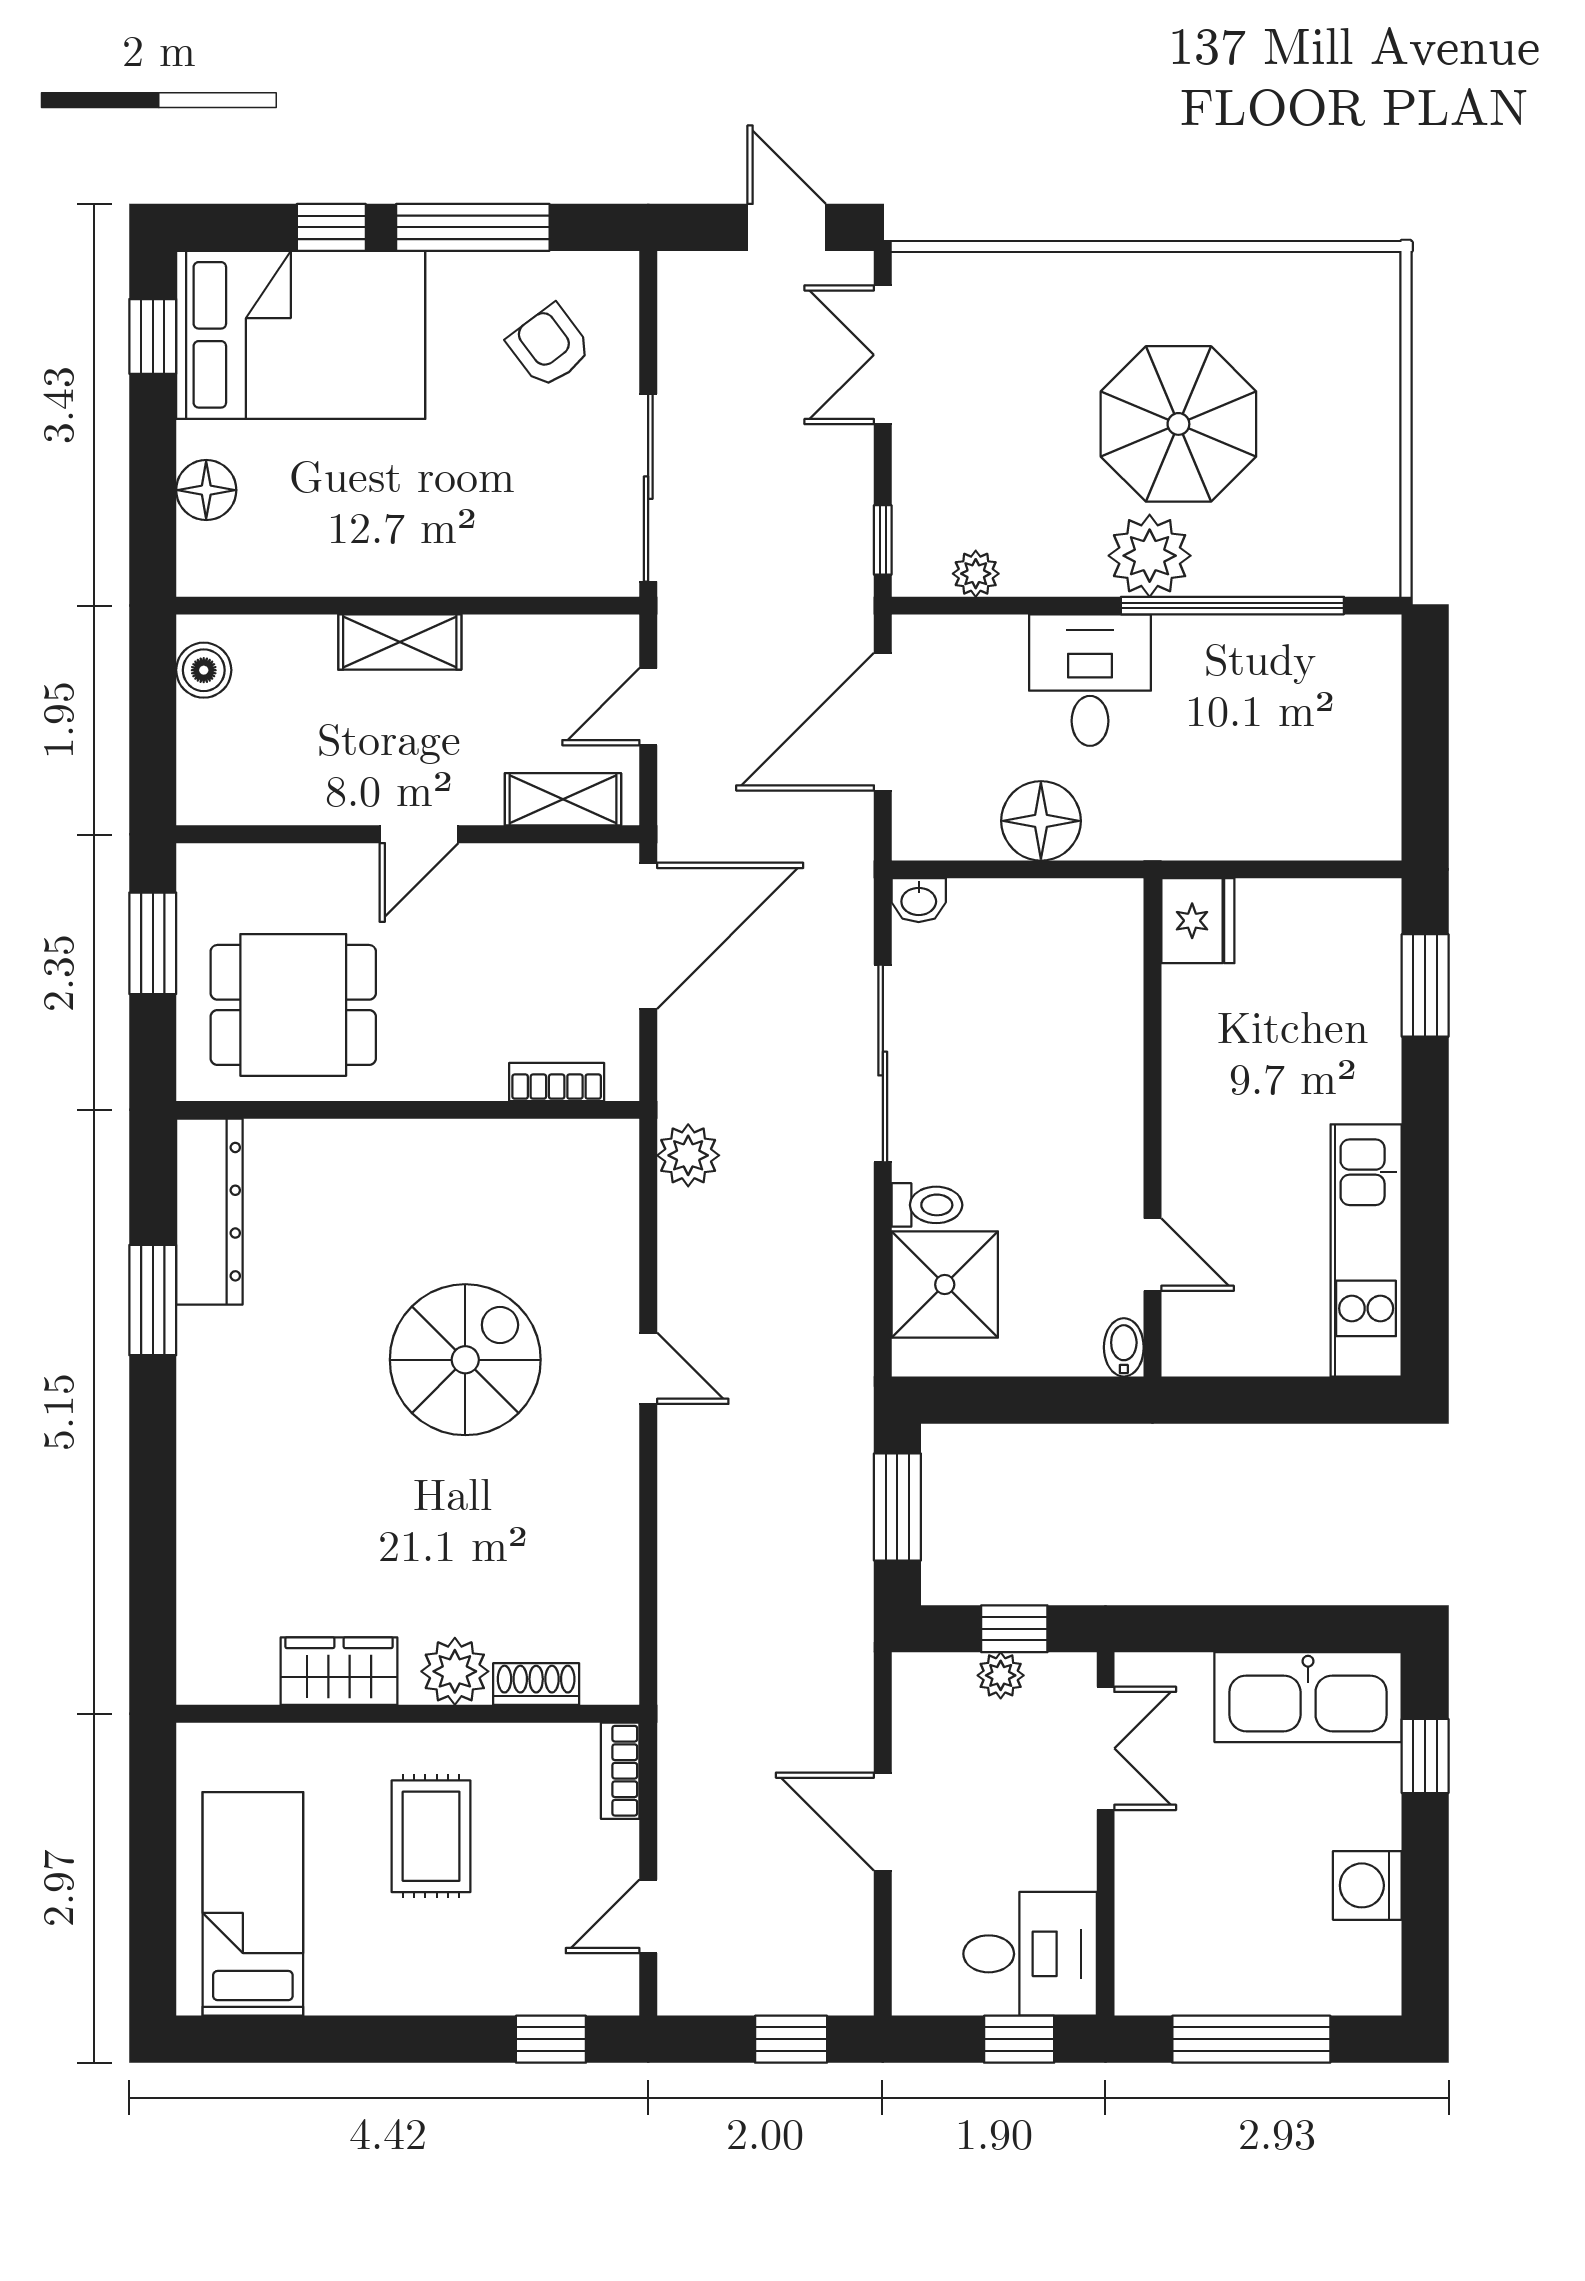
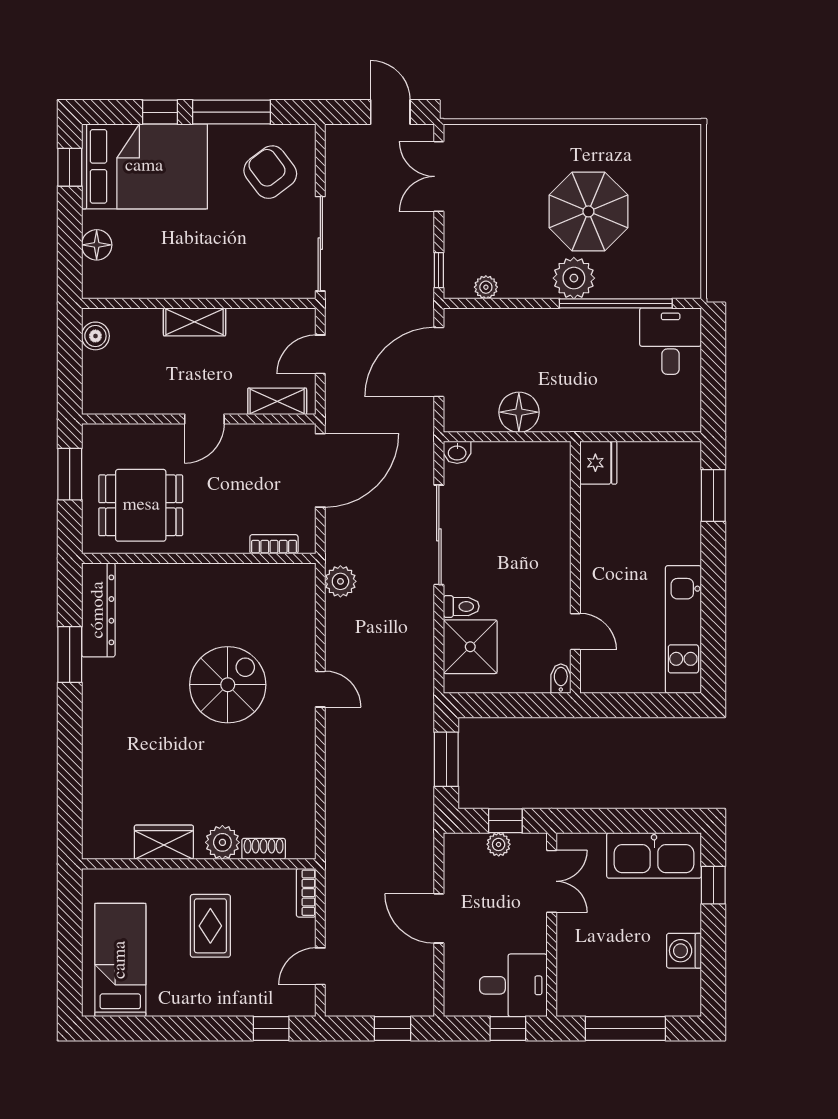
armchair: (549, 346) -> (270, 172), width x1.38, depth x1.38
desk: (1090, 680) -> (671, 341), moved

